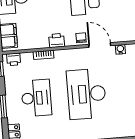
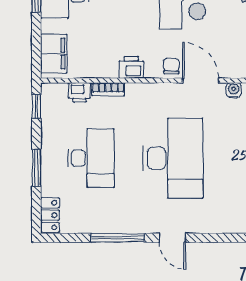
printer: (14, 59) -> (79, 92), moved
desk: (86, 94) -> (173, 158), turned 180

